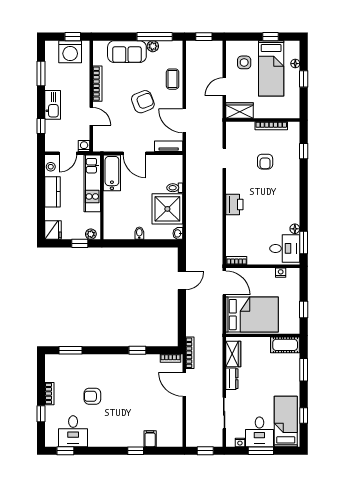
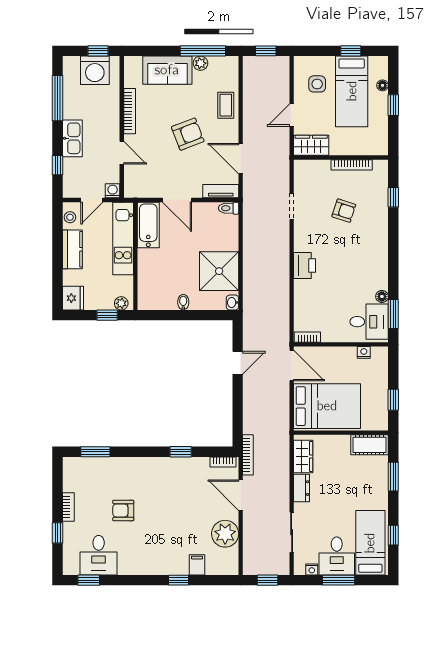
window: (41, 73) -> (58, 98), width x1.44
armchair: (265, 162) -> (344, 211), turned -72
toilet: (175, 188) -> (229, 208), moved
plant: (172, 414) -> (225, 534), added

